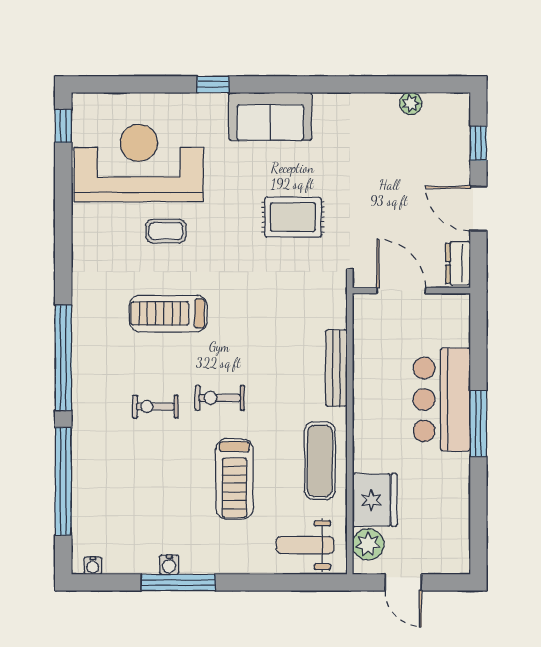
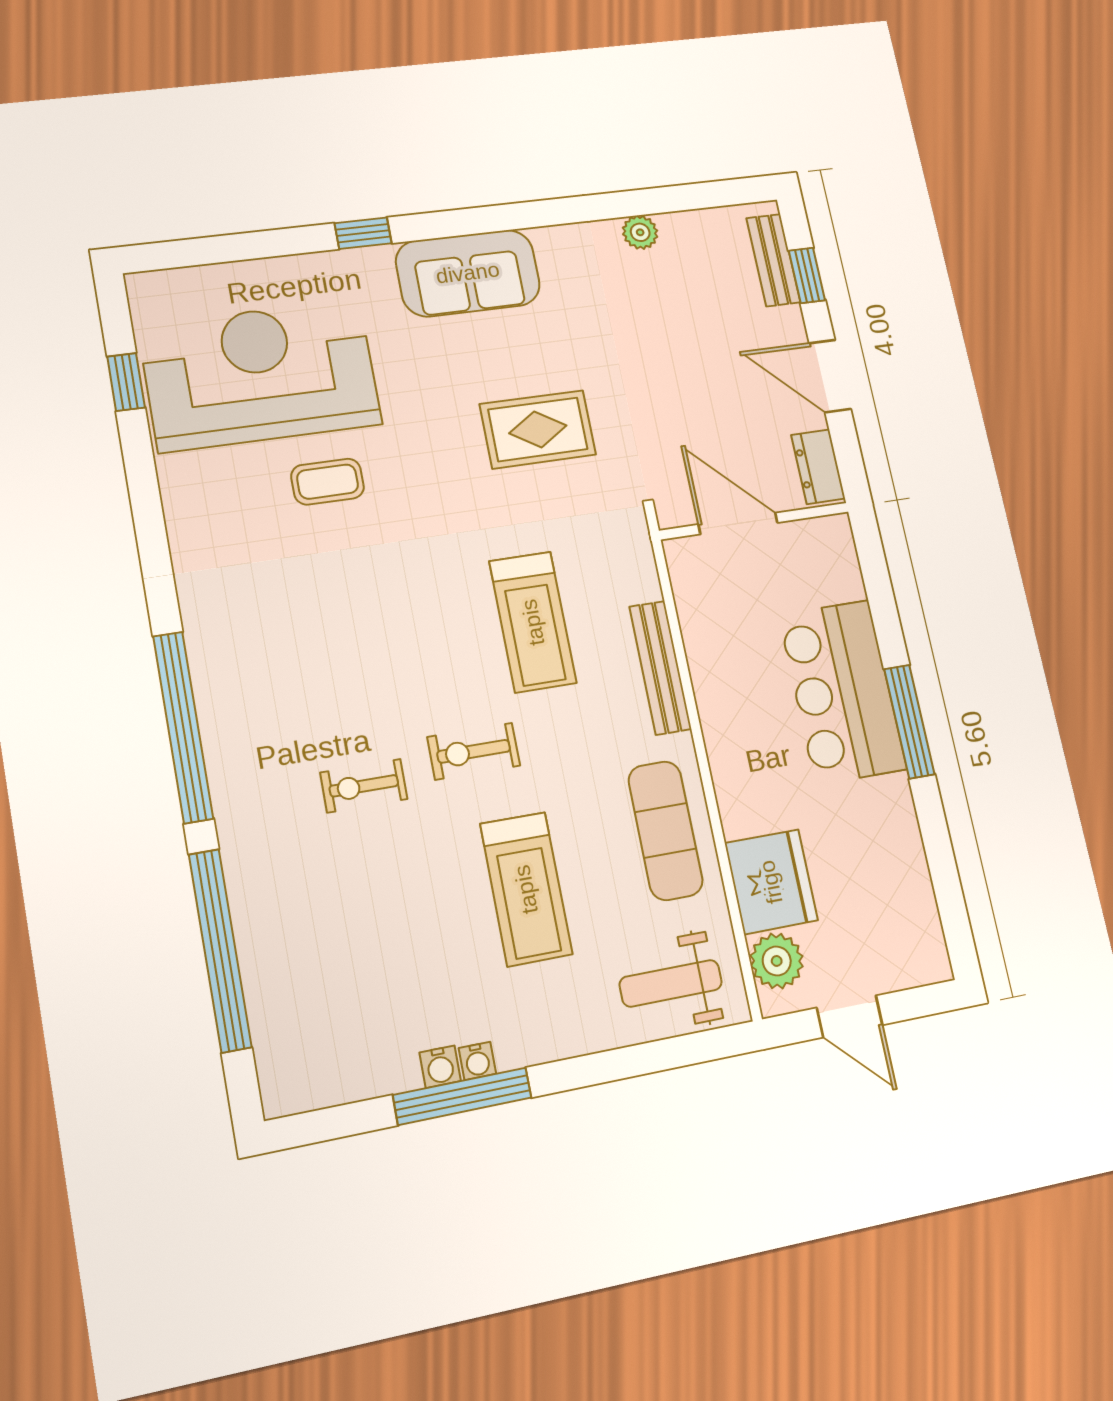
plant: (411, 103) -> (640, 232), moved
window: (63, 126) -> (126, 382), moved
bench: (459, 131) -> (773, 260), added
treadmill: (168, 313) -> (533, 622), moved, turned -90
water cooler: (93, 566) -> (477, 1061), moved

